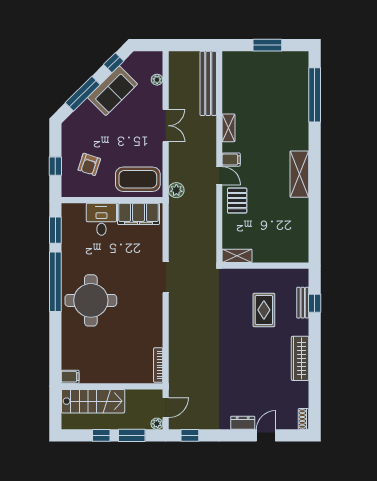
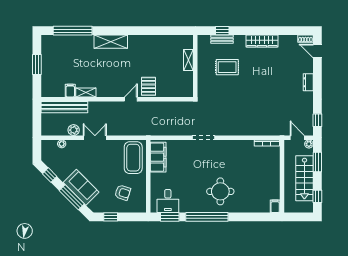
sofa: (112, 91) -> (81, 187), moved
shelving: (228, 128) -> (86, 93), moved
filing cabinet: (231, 160) -> (70, 91), moved
window: (55, 166) -> (111, 217), moved
shelving: (299, 174) -> (111, 42), moved
plant: (176, 190) -> (74, 130), moved
pallet: (237, 201) -> (149, 86), turned 90
desk: (101, 219) -> (168, 201), moved, turned -90
shelving: (237, 256) -> (188, 60), moved
round table: (91, 300) -> (220, 191), width x0.73, depth x0.73
stairs: (93, 401) -> (304, 178), moved, turned 180
window: (101, 435) -> (317, 196), moved
door: (266, 435) -> (317, 51), moved

